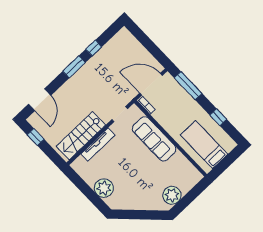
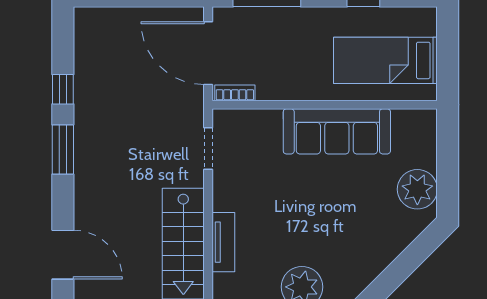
door: (151, 84) -> (208, 53), hinge flipped
sofa: (154, 139) -> (337, 131), moved
tv unit: (98, 145) -> (223, 242), width x0.71

